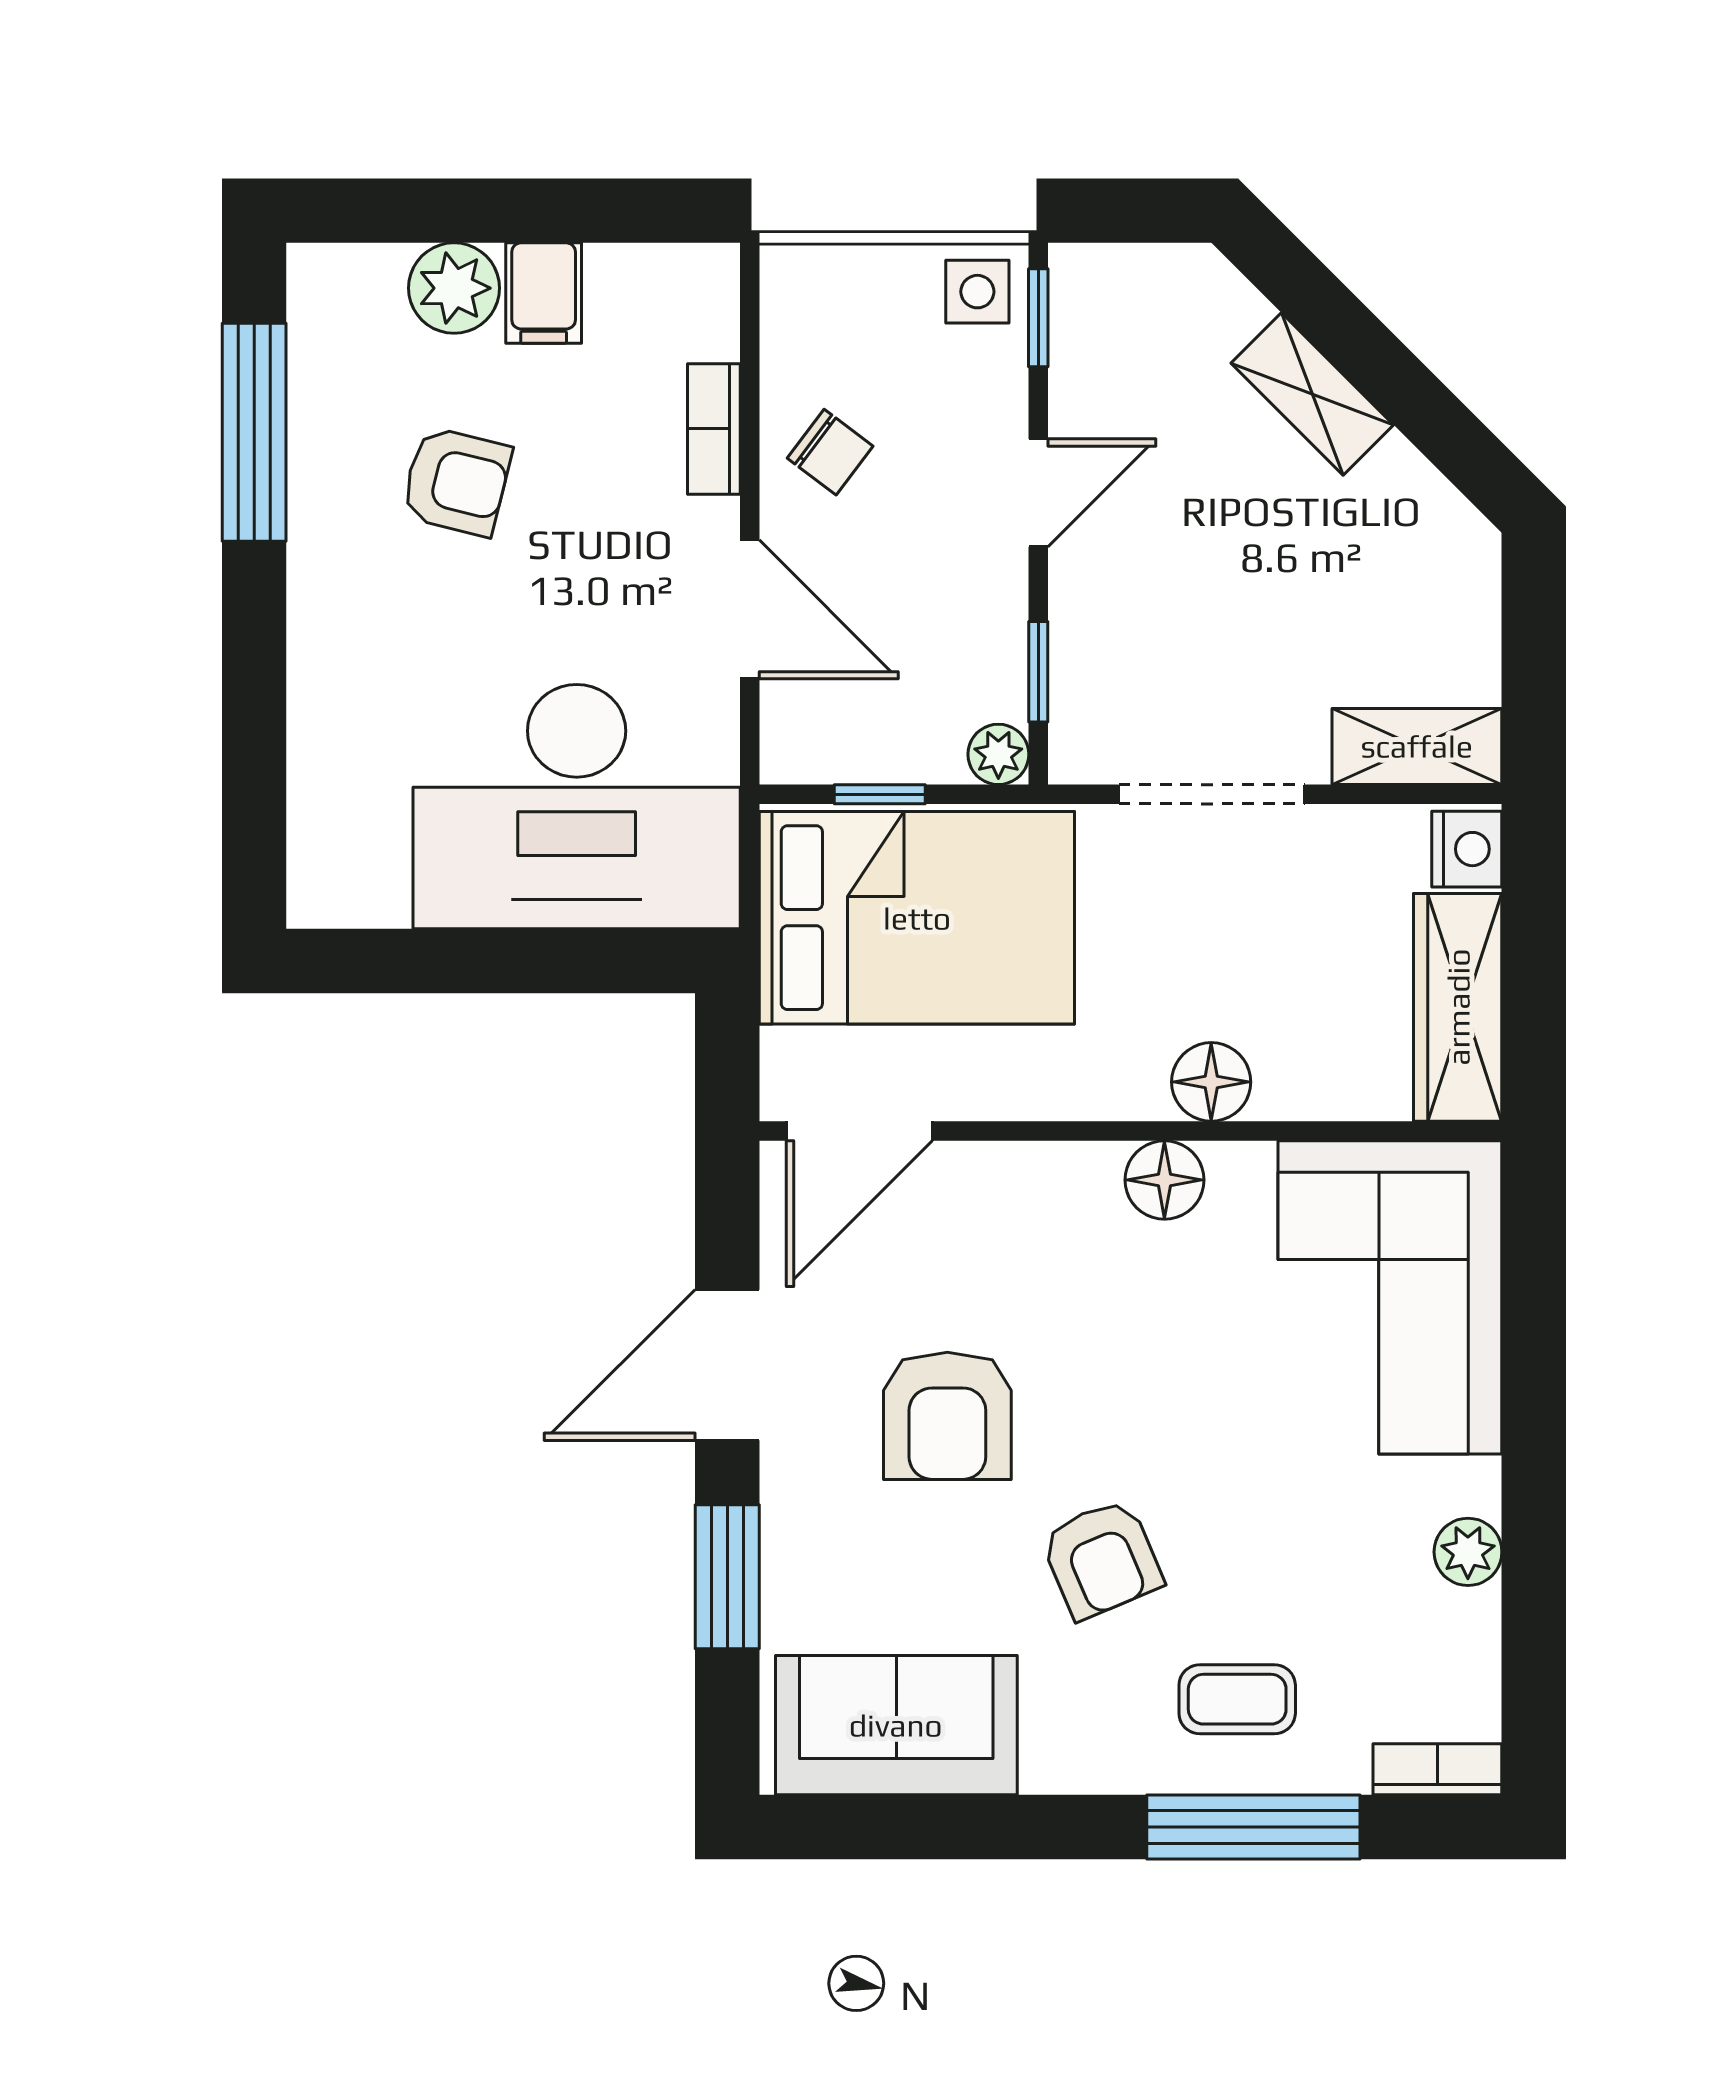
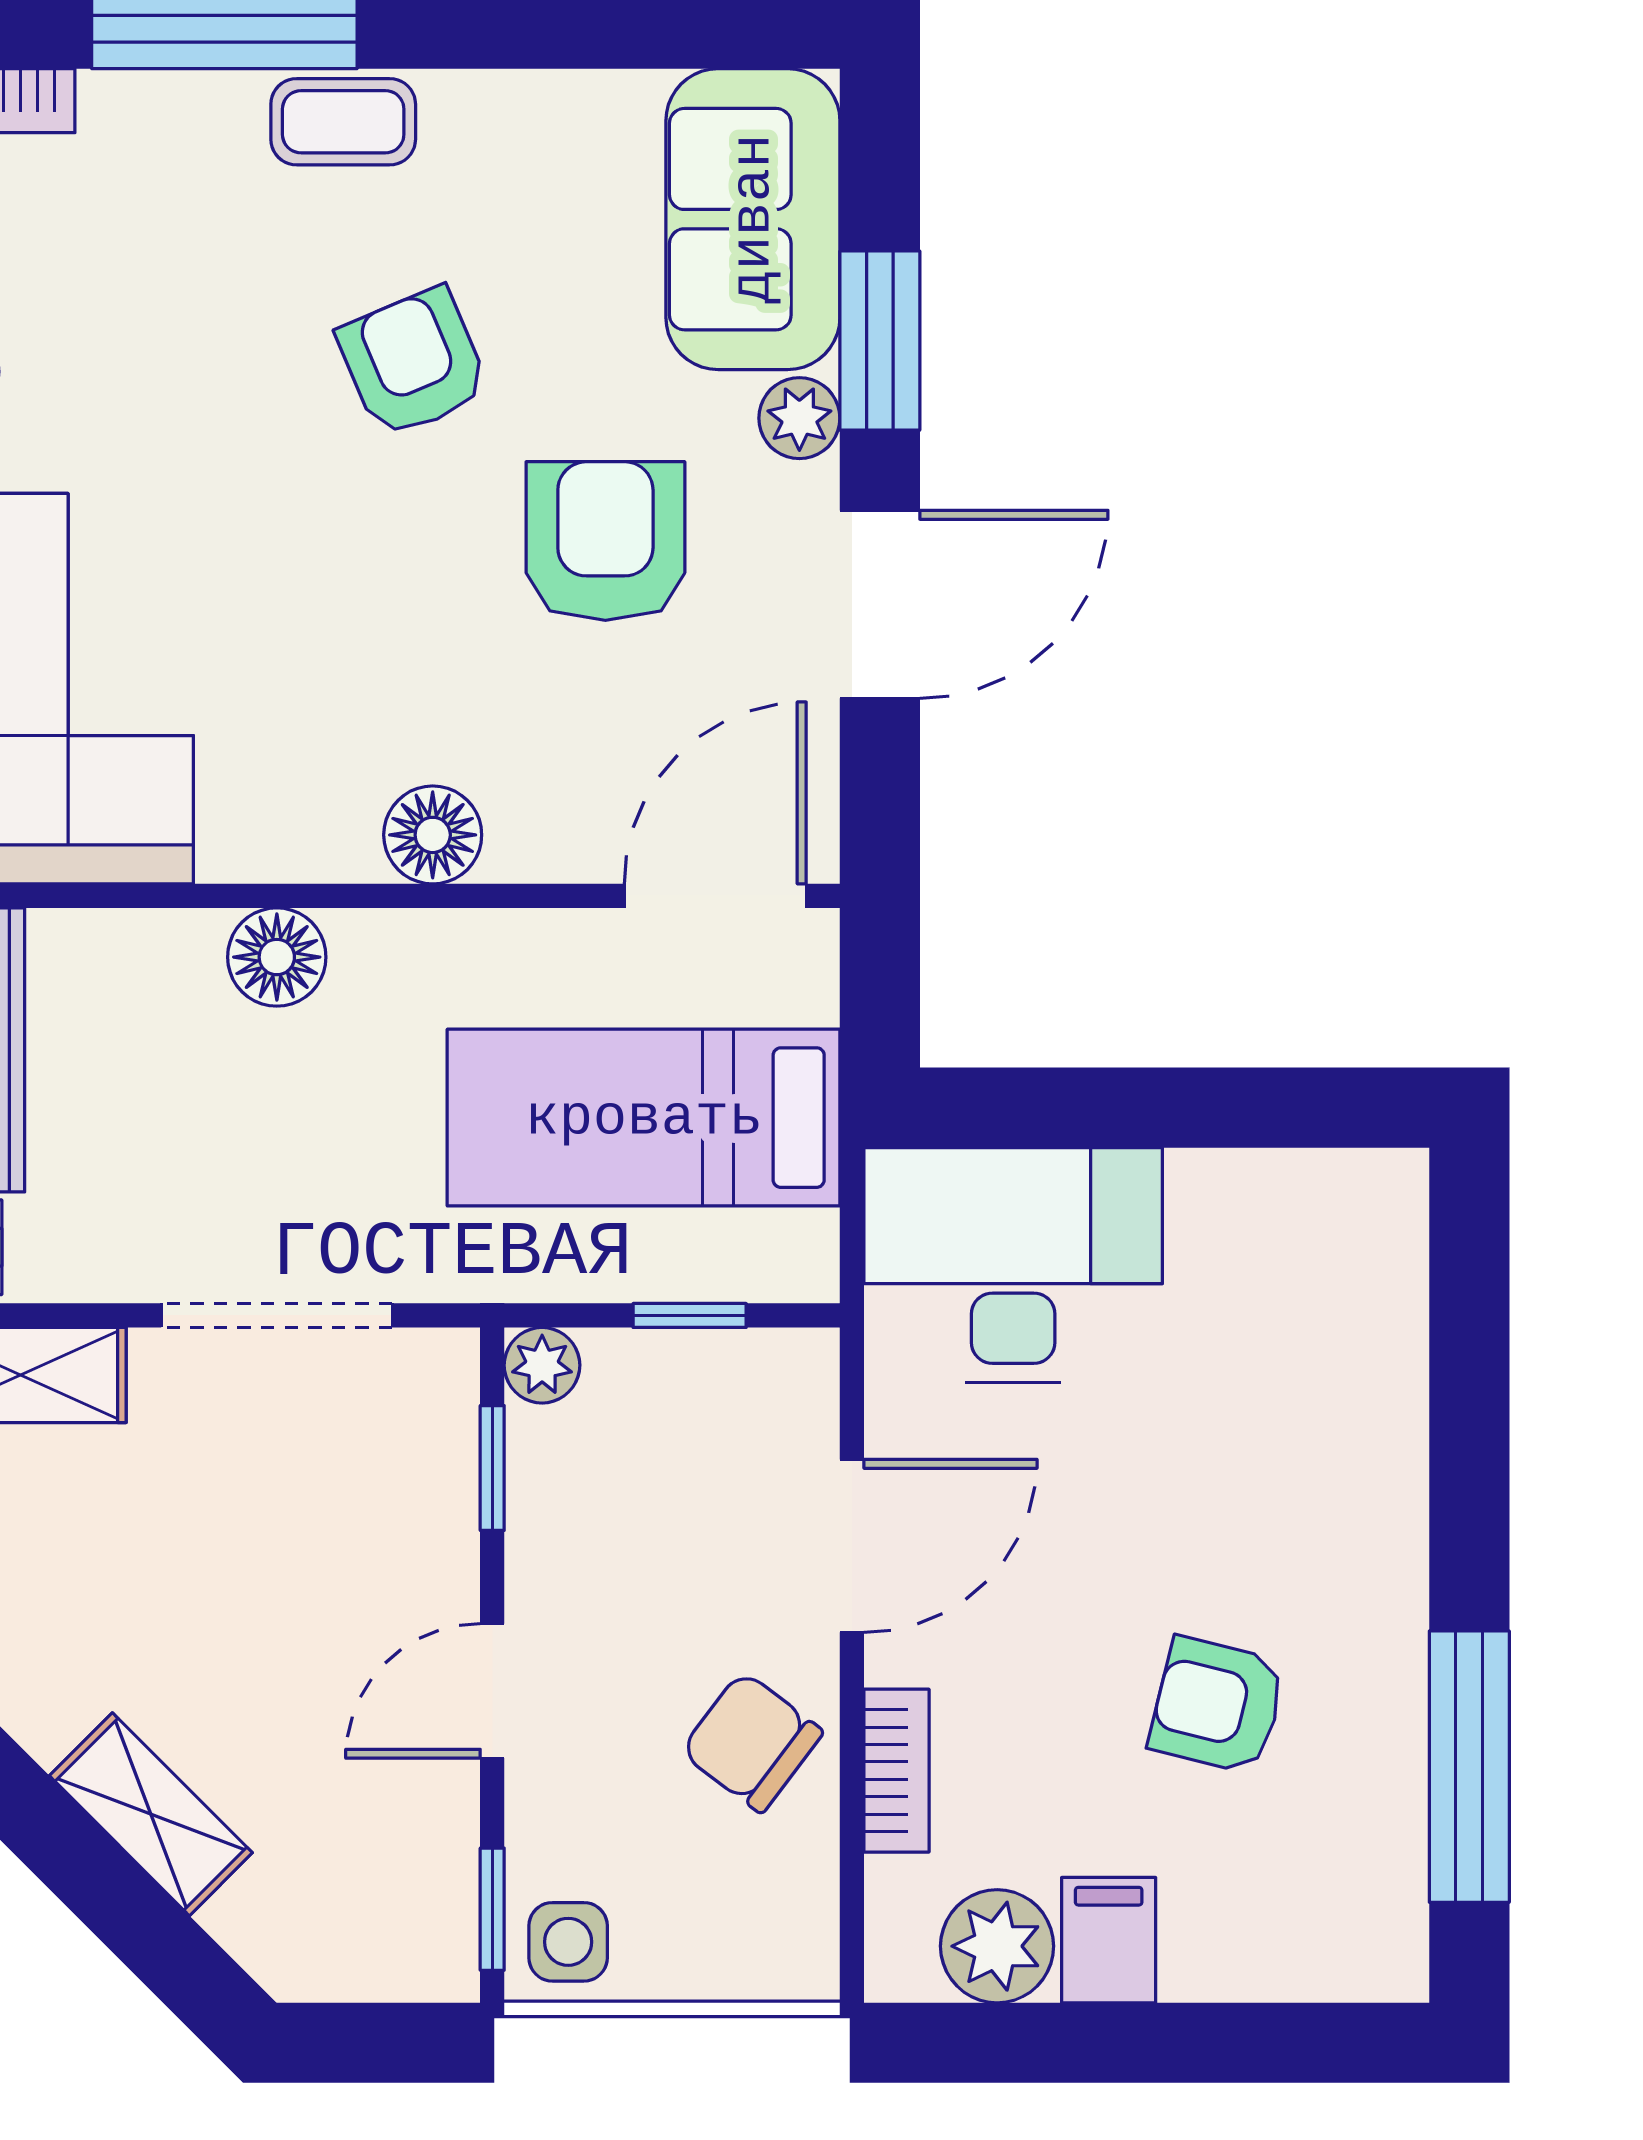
plant: (454, 288) -> (997, 1946), moved
chair: (830, 452) -> (752, 1742), width x1.37, depth x1.37
door: (750, 609) -> (852, 1546), swing flipped
desk: (577, 807) -> (1013, 1265), width x0.73, depth x0.77
bed: (917, 918) -> (644, 1118), width x0.67
floor lamp: (1164, 1180) -> (433, 835), moved
plant: (792, 1514) -> (799, 418), added
coffee table: (1237, 1699) -> (343, 122), moved
sofa: (896, 1725) -> (753, 219), moved, turned 90

